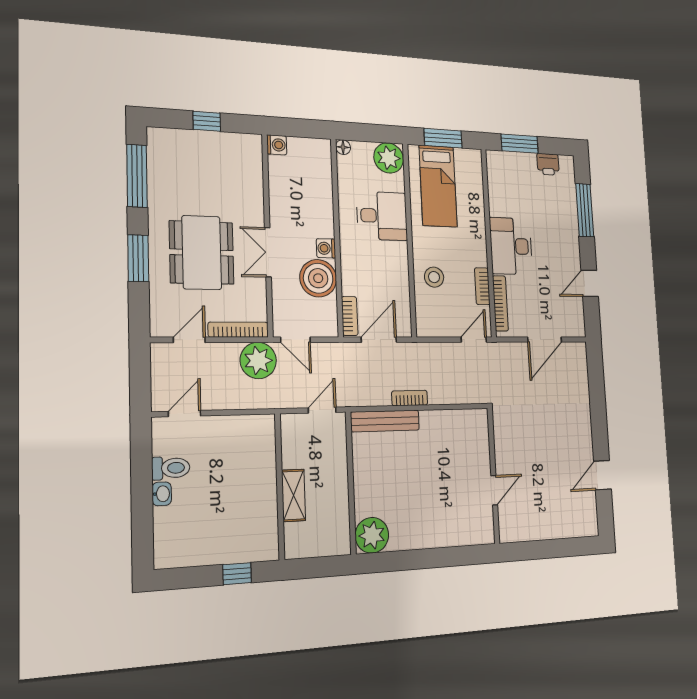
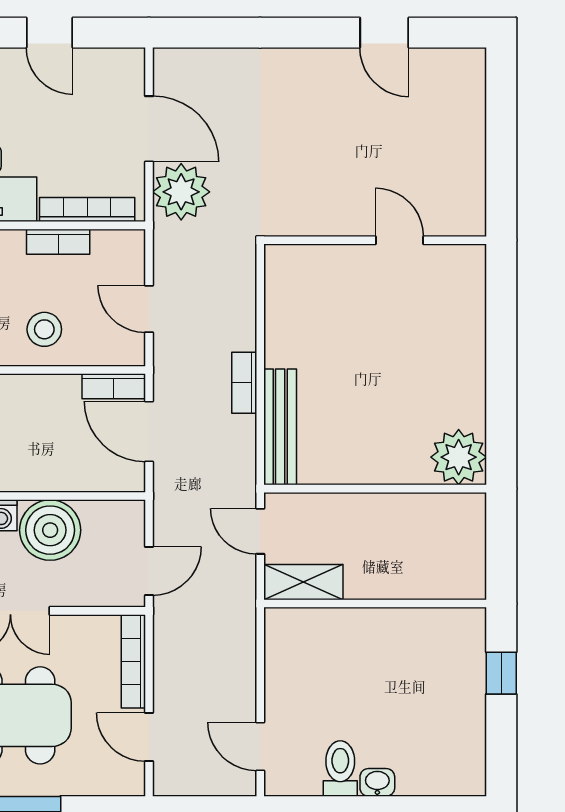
bookcase: (350, 316) -> (114, 386), moved, turned 180
door: (474, 340) -> (149, 309), moved
plant: (258, 360) -> (181, 192), moved
shelving: (294, 495) -> (303, 582), moved

